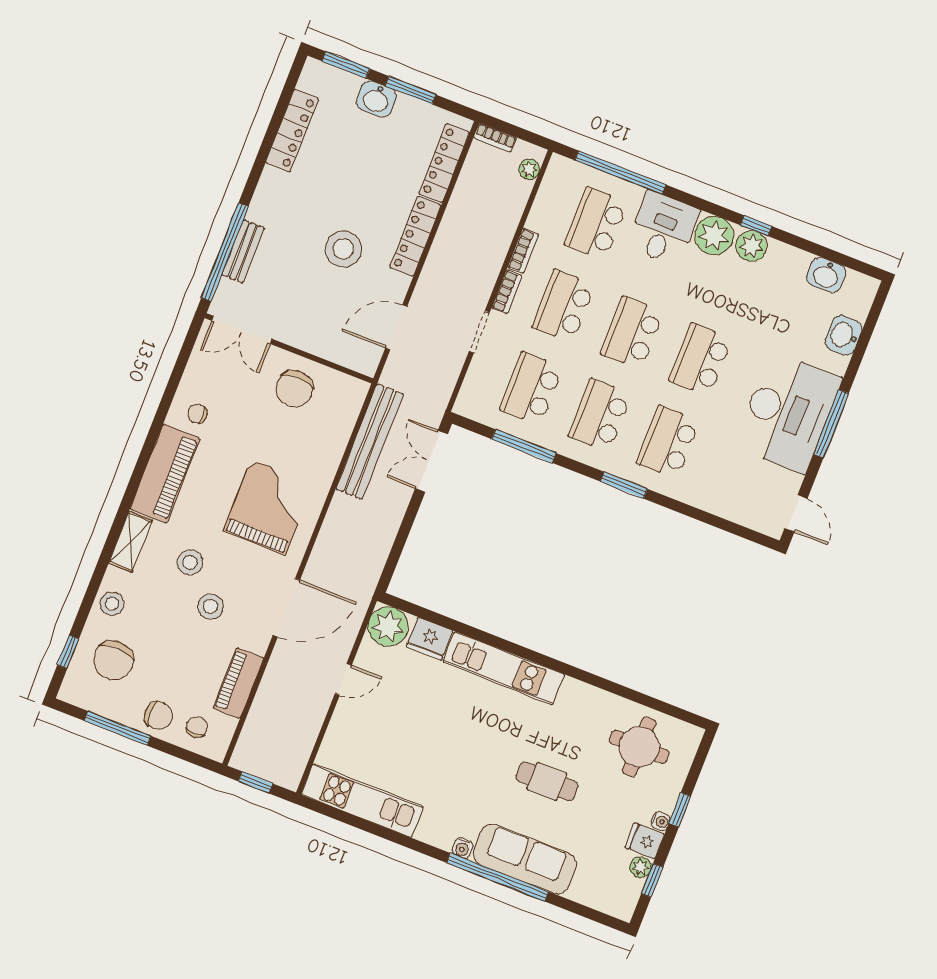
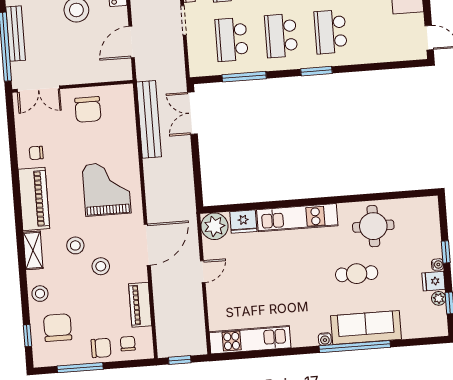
bench: (243, 251) -> (16, 34), width x1.36
chair: (114, 661) -> (58, 328), turned 180
round table: (639, 747) -> (373, 226), moved

